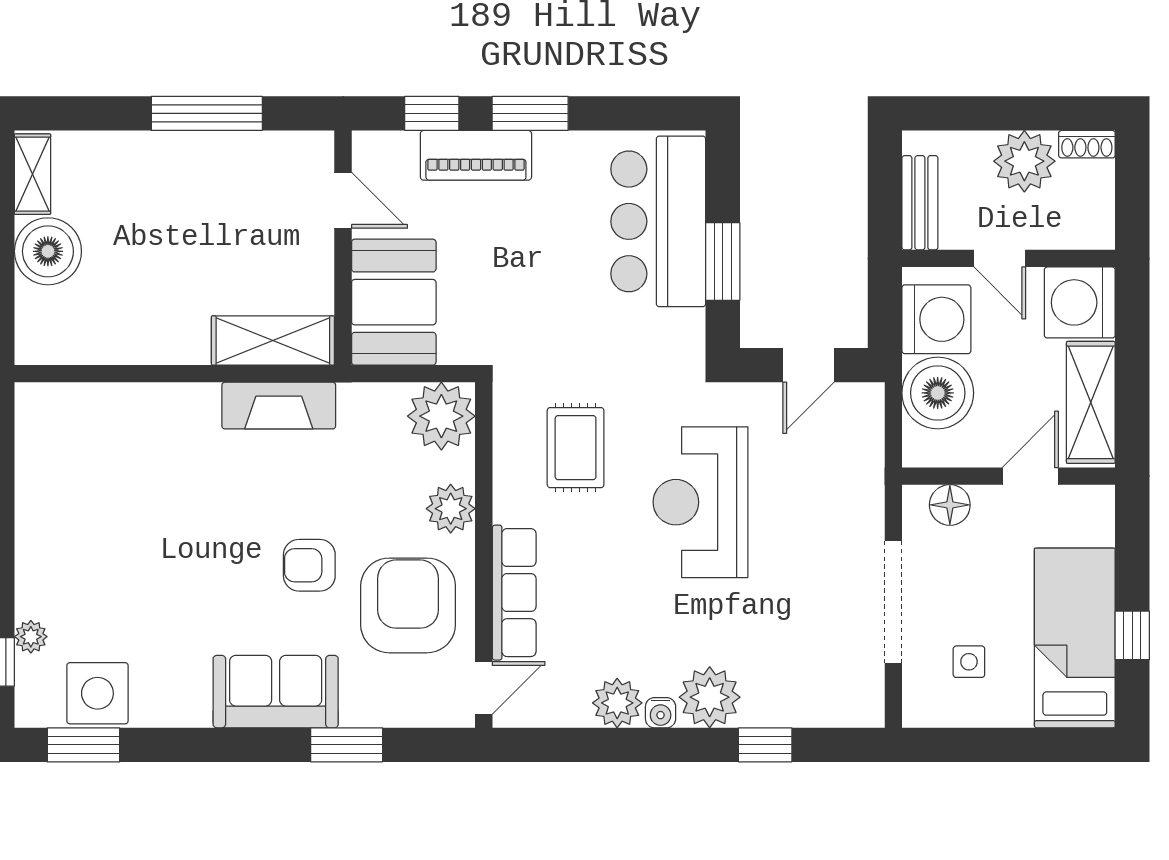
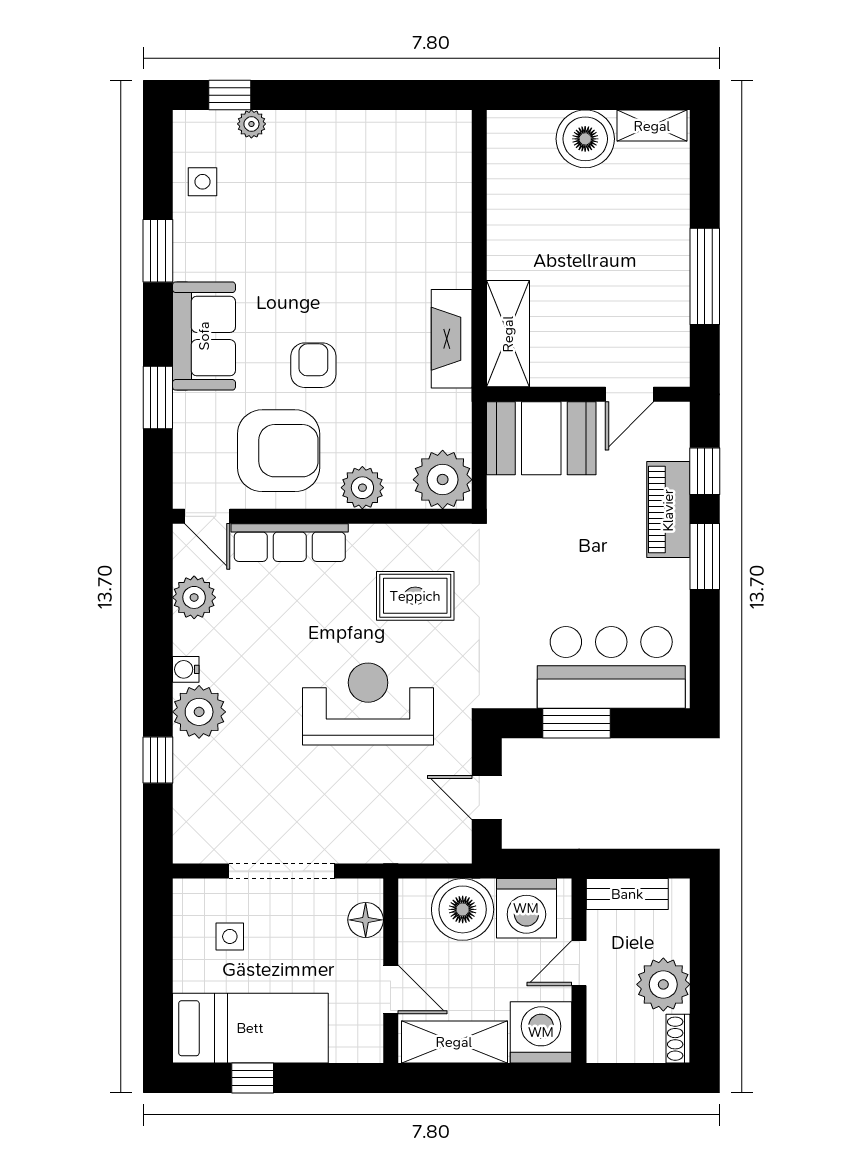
side table: (97, 693) -> (203, 182), width x0.54, depth x0.54
plant: (617, 703) -> (194, 597), moved
window: (84, 745) -> (158, 251), moved

